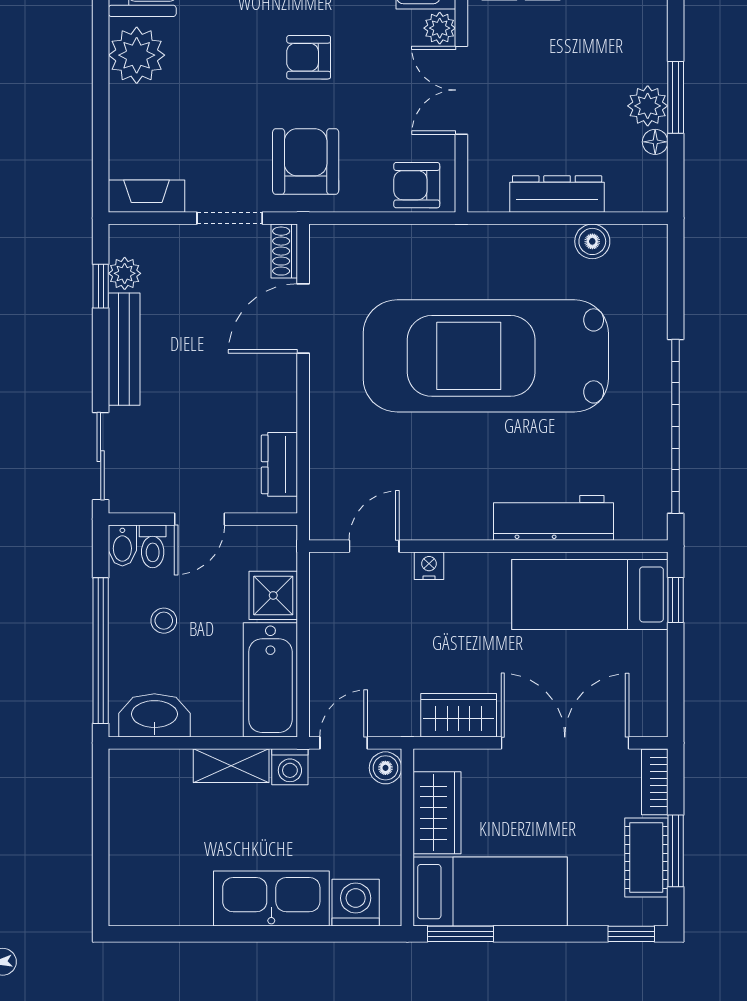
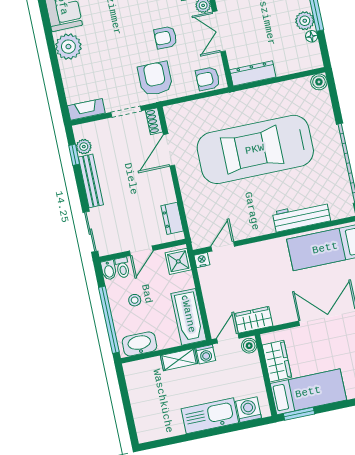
armchair: (309, 57) -> (166, 38), moved
dresser: (557, 194) -> (253, 73), moved
boiler: (592, 241) -> (319, 82), moved
nightstand: (429, 566) -> (202, 260), moved
shower: (273, 595) -> (178, 261), moved
wardrobe: (459, 715) -> (254, 320), moved

